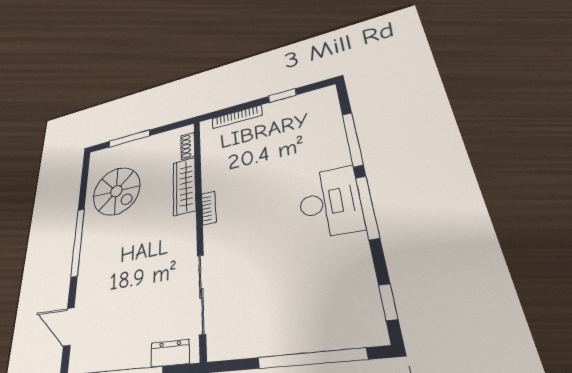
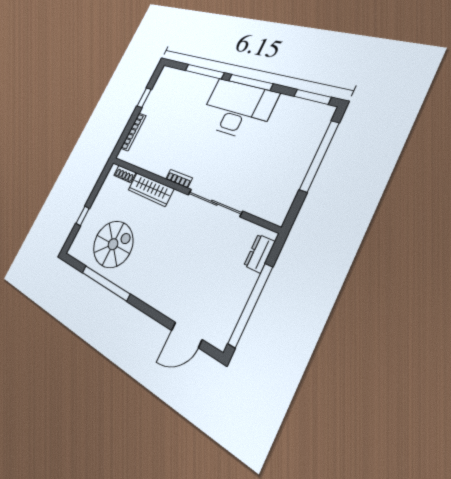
window: (129, 139) -> (83, 216), width x0.46
desk: (329, 202) -> (237, 109), width x1.36, depth x1.30
window: (78, 242) -> (105, 283), moved
sliding door: (201, 293) -> (214, 203), moved
window: (388, 302) -> (312, 97), width x1.50

